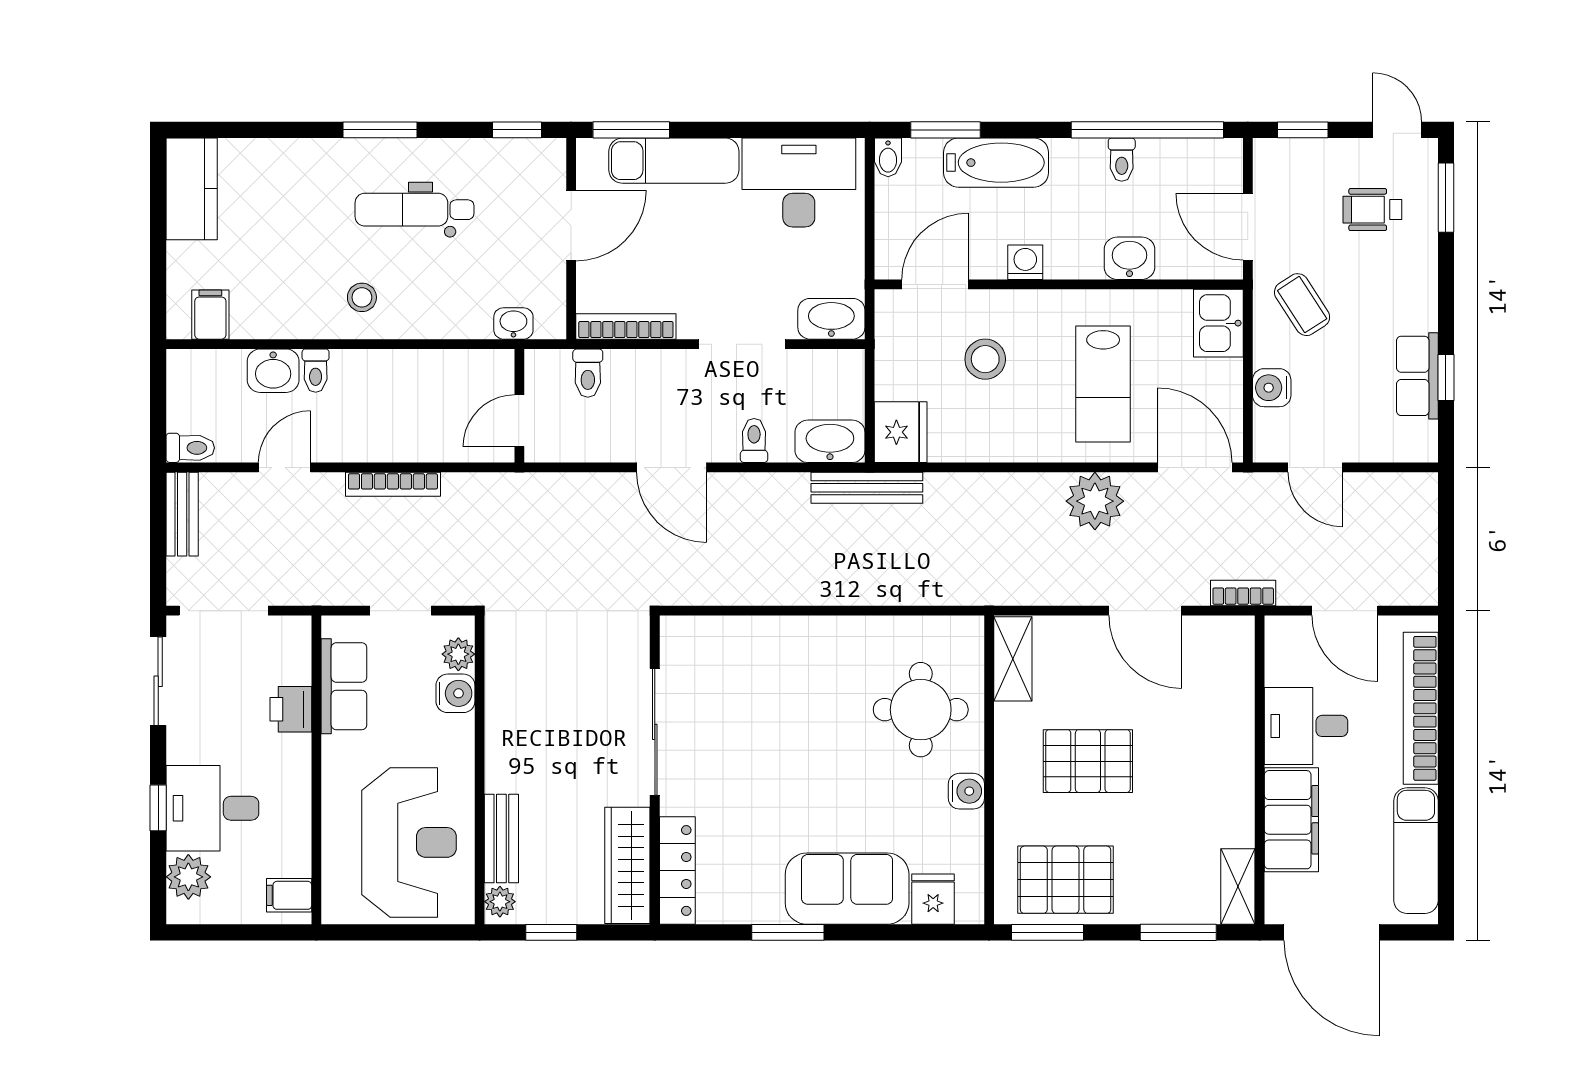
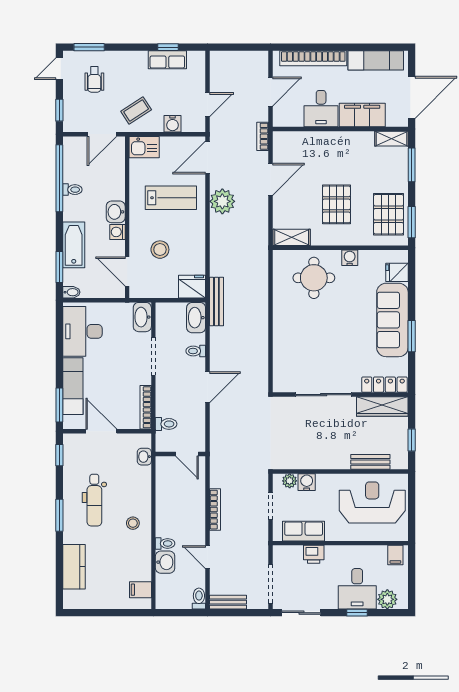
kitchen counter: (192, 189) -> (74, 567), moved, turned 90
washbasin: (1129, 258) -> (116, 212), moved
sofa: (847, 889) -> (392, 320), width x1.36
plant: (500, 902) -> (398, 463), removed

